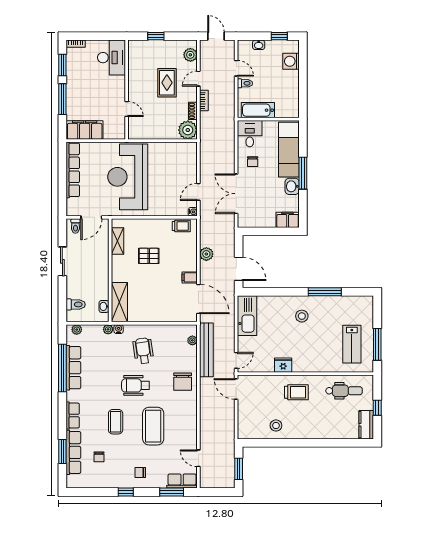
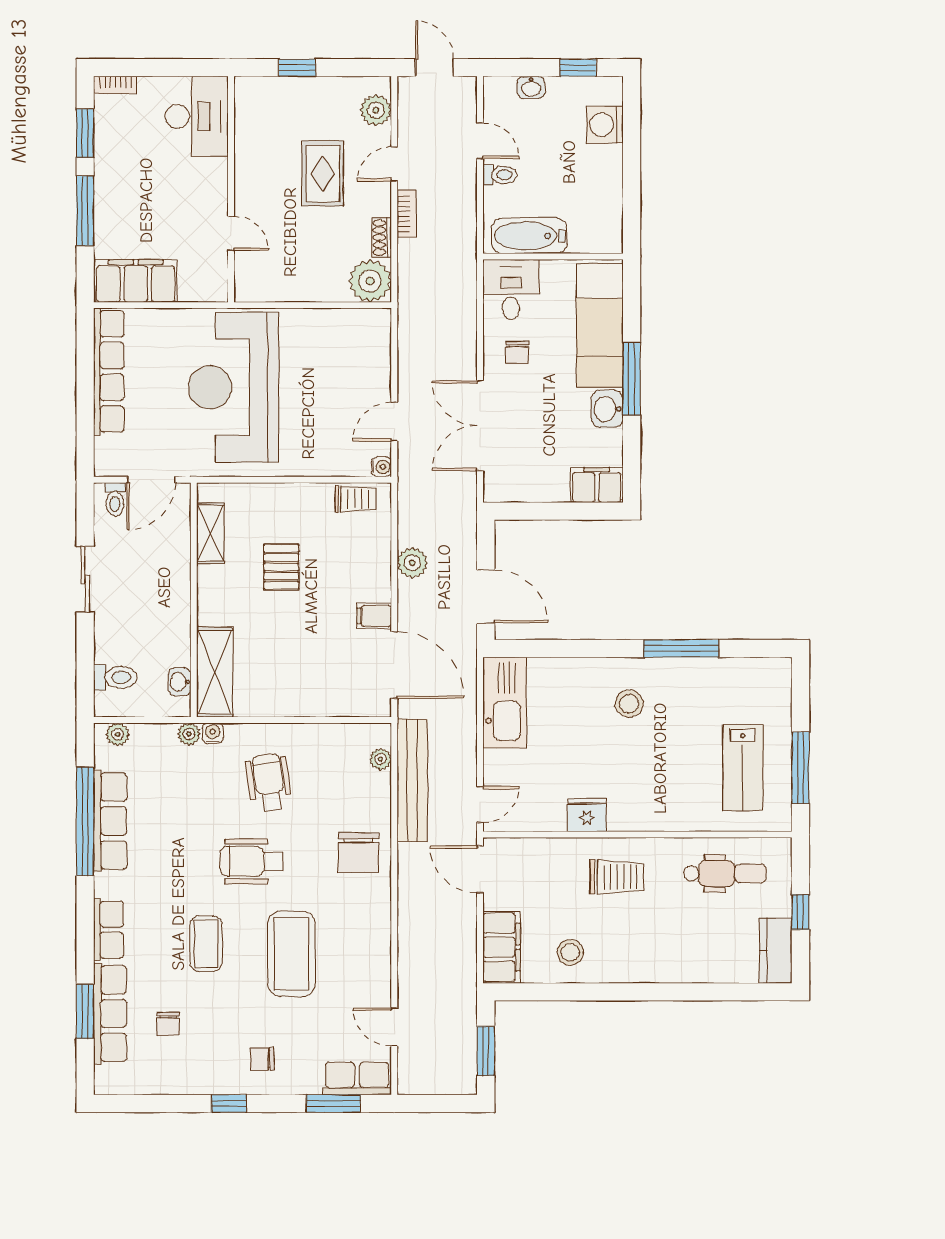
pallet: (149, 256) -> (281, 567), turned 90
filing cabinet: (246, 423) -> (502, 947), added

